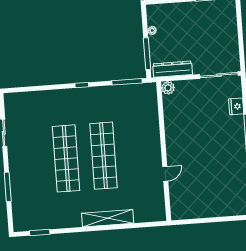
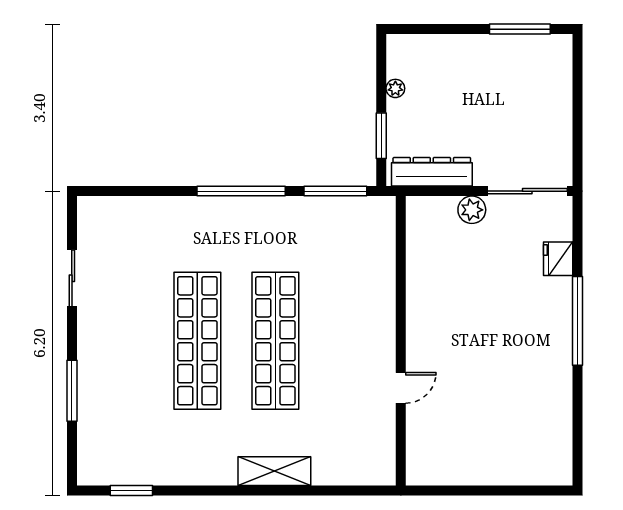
window: (147, 54) -> (381, 136), width x0.69
window: (82, 85) -> (241, 191), width x3.17
plant: (168, 88) -> (472, 210), moved
shelving: (108, 218) -> (274, 471), width x0.68

